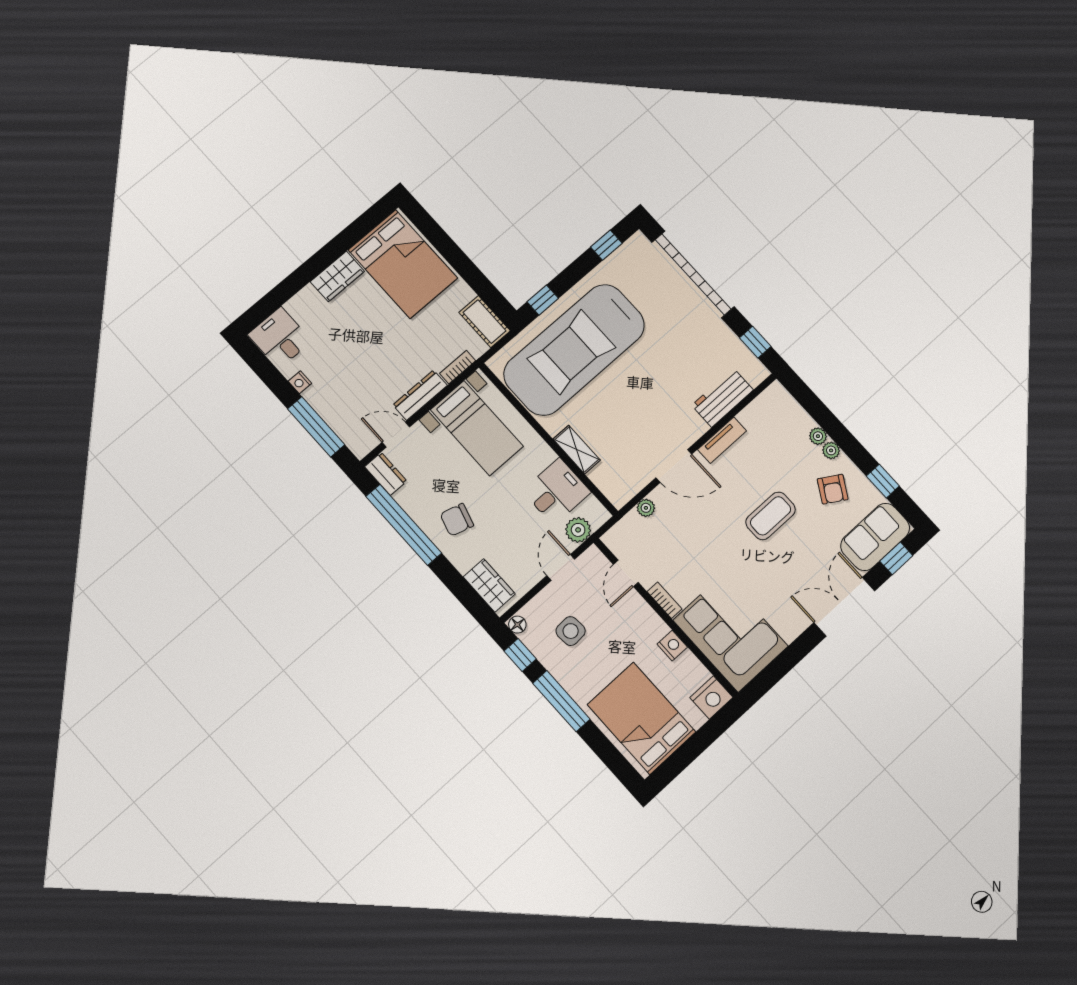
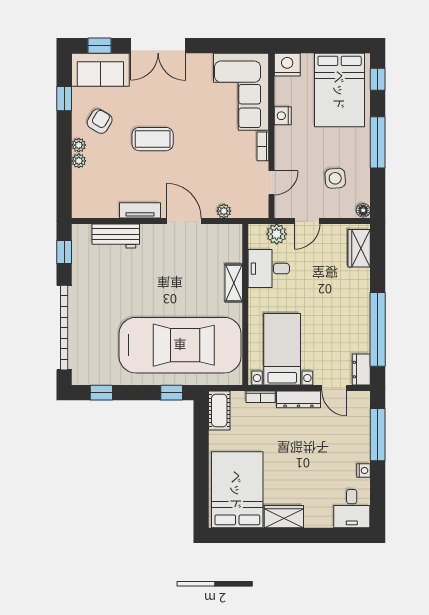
chair: (457, 520) -> (343, 304), removed
window: (520, 655) -> (378, 79), moved

